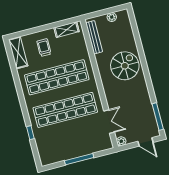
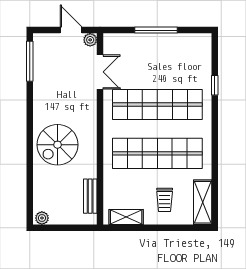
plant: (112, 17) -> (42, 218), moved
bench: (94, 37) -> (90, 196), width x0.73
double door: (109, 122) -> (100, 72), swing flipped
door: (146, 142) -> (71, 30), moved

